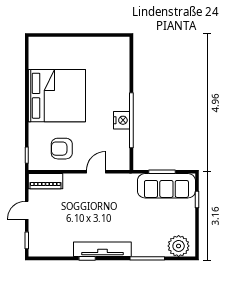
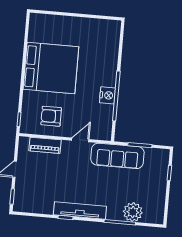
piano: (45, 181) -> (45, 145), moved
sofa: (166, 186) -> (117, 156), moved
plant: (179, 246) -> (133, 212), moved

